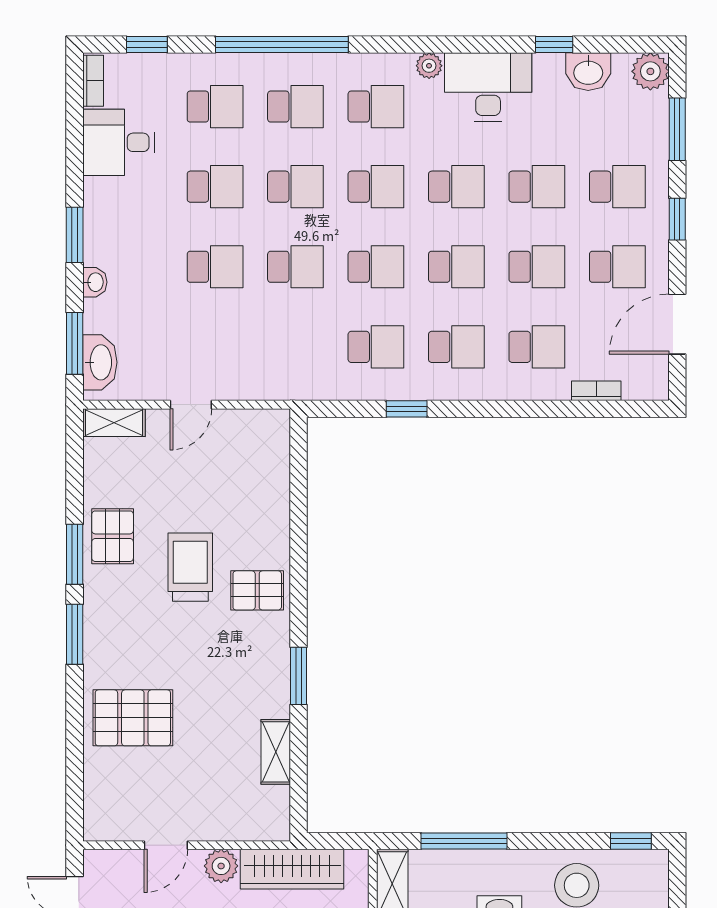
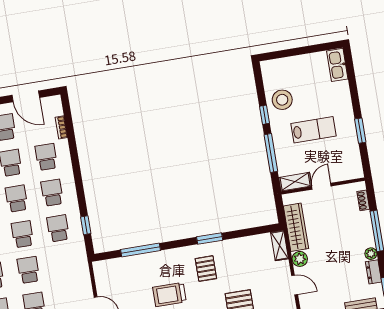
window: (407, 409) -> (86, 225), moved
window: (299, 520) -> (141, 250), added
pallet: (257, 590) -> (206, 269), moved
shelving: (276, 752) -> (280, 245), moved, turned 90
window: (631, 841) -> (264, 115), moved

